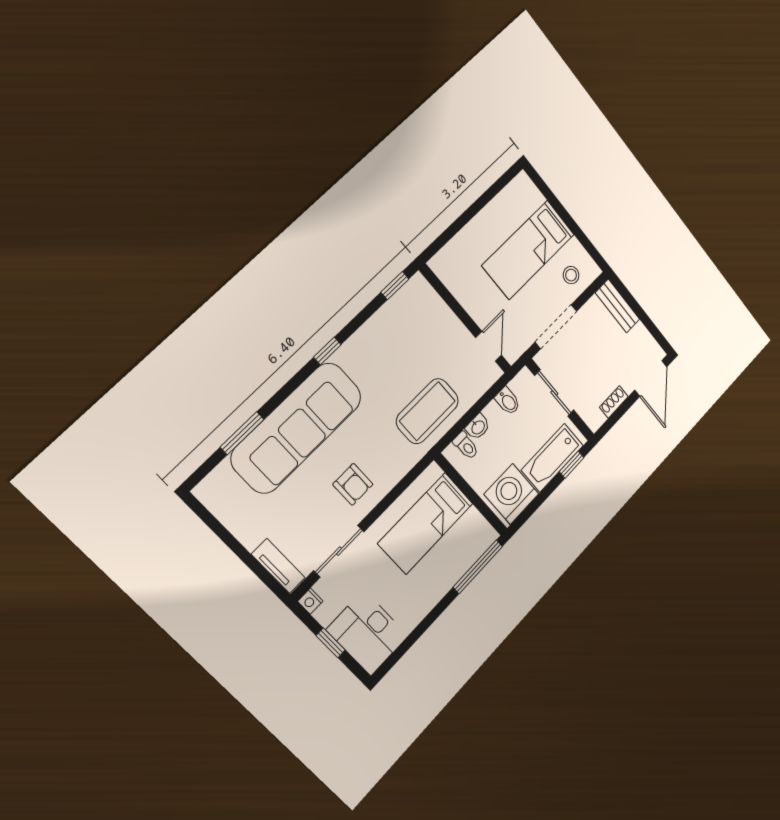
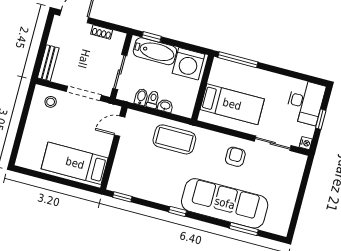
bed: (528, 250) -> (75, 163), moved, turned 180
toilet: (466, 446) -> (153, 100), moved
tv unit: (278, 566) -> (297, 171), removed

